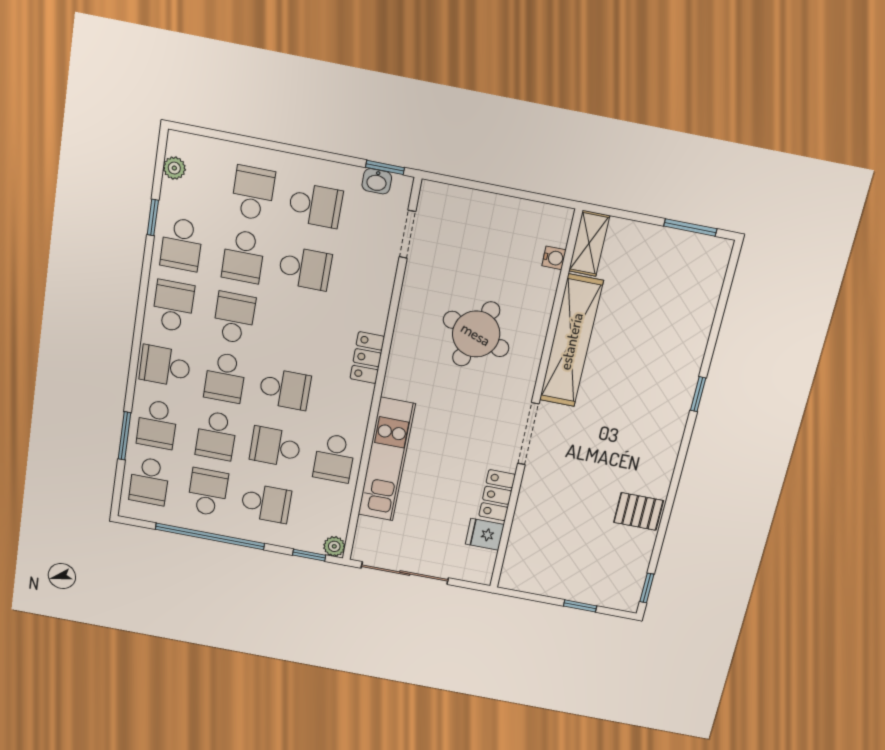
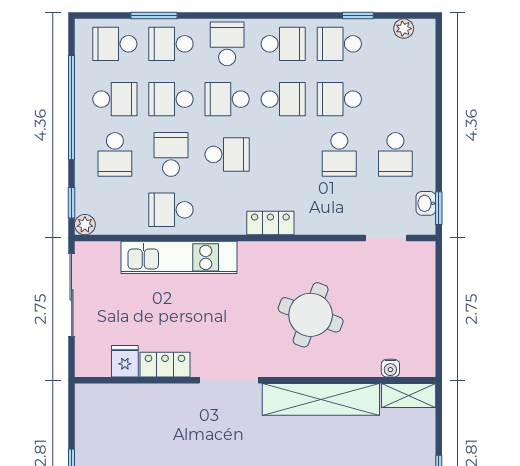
school desk: (253, 193) -> (395, 99), removed
school desk: (285, 389) -> (227, 154), turned -90

